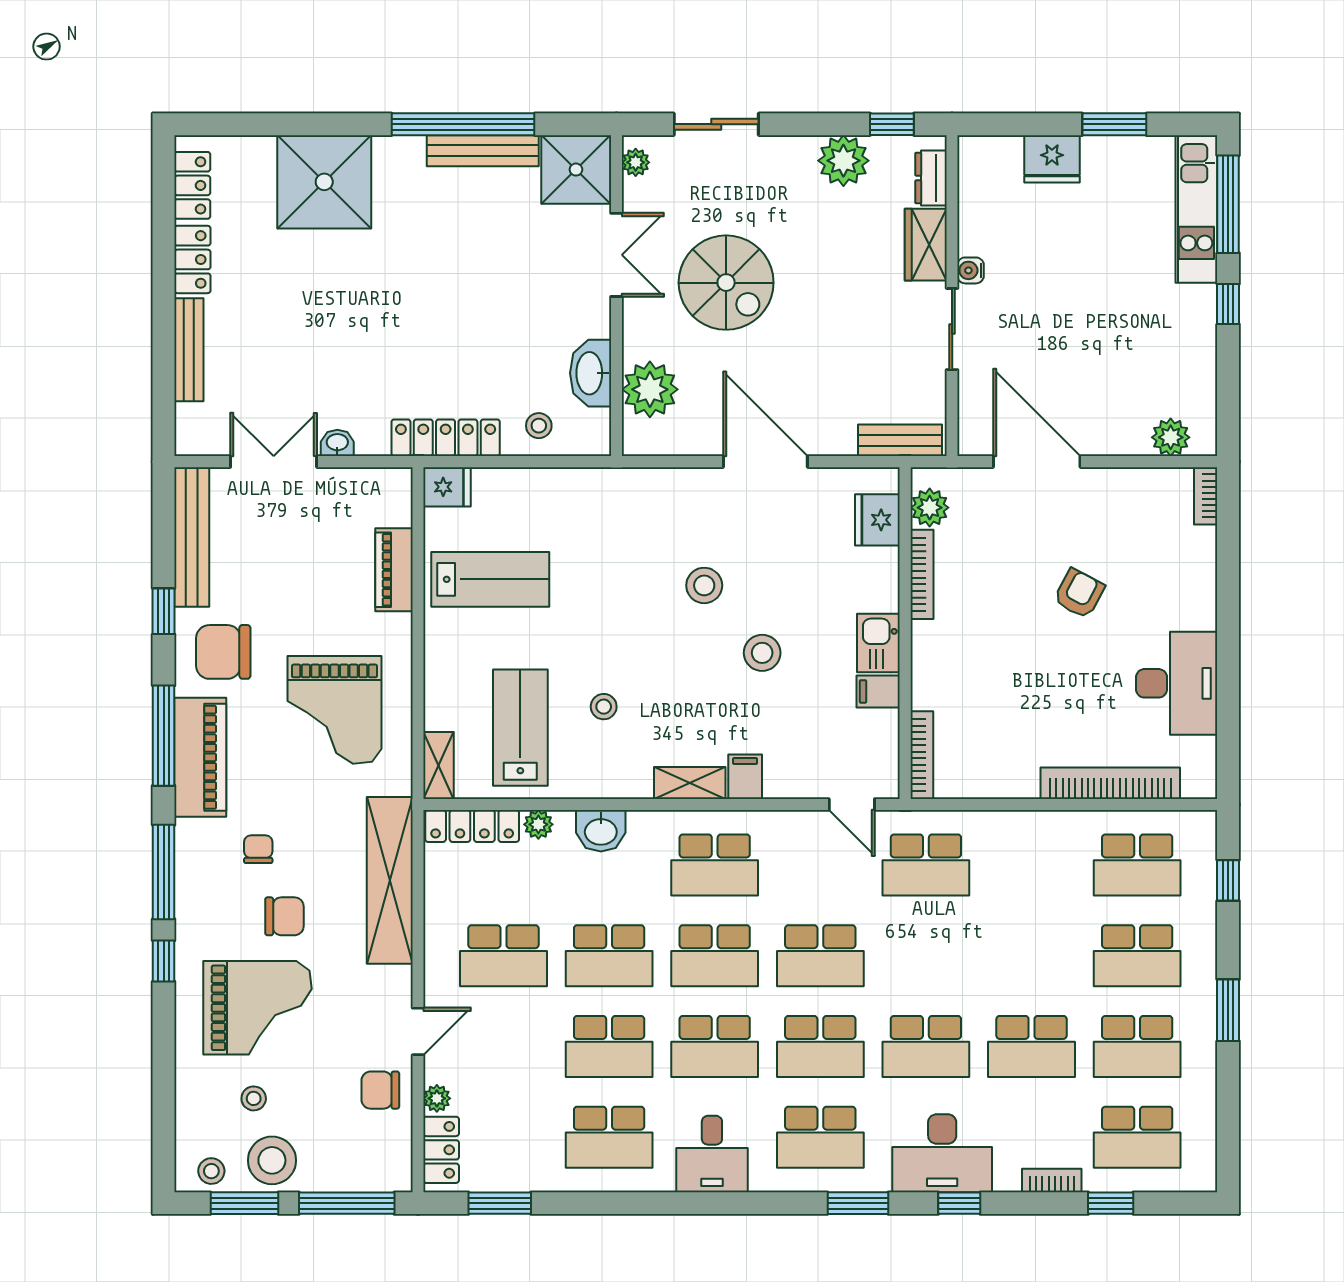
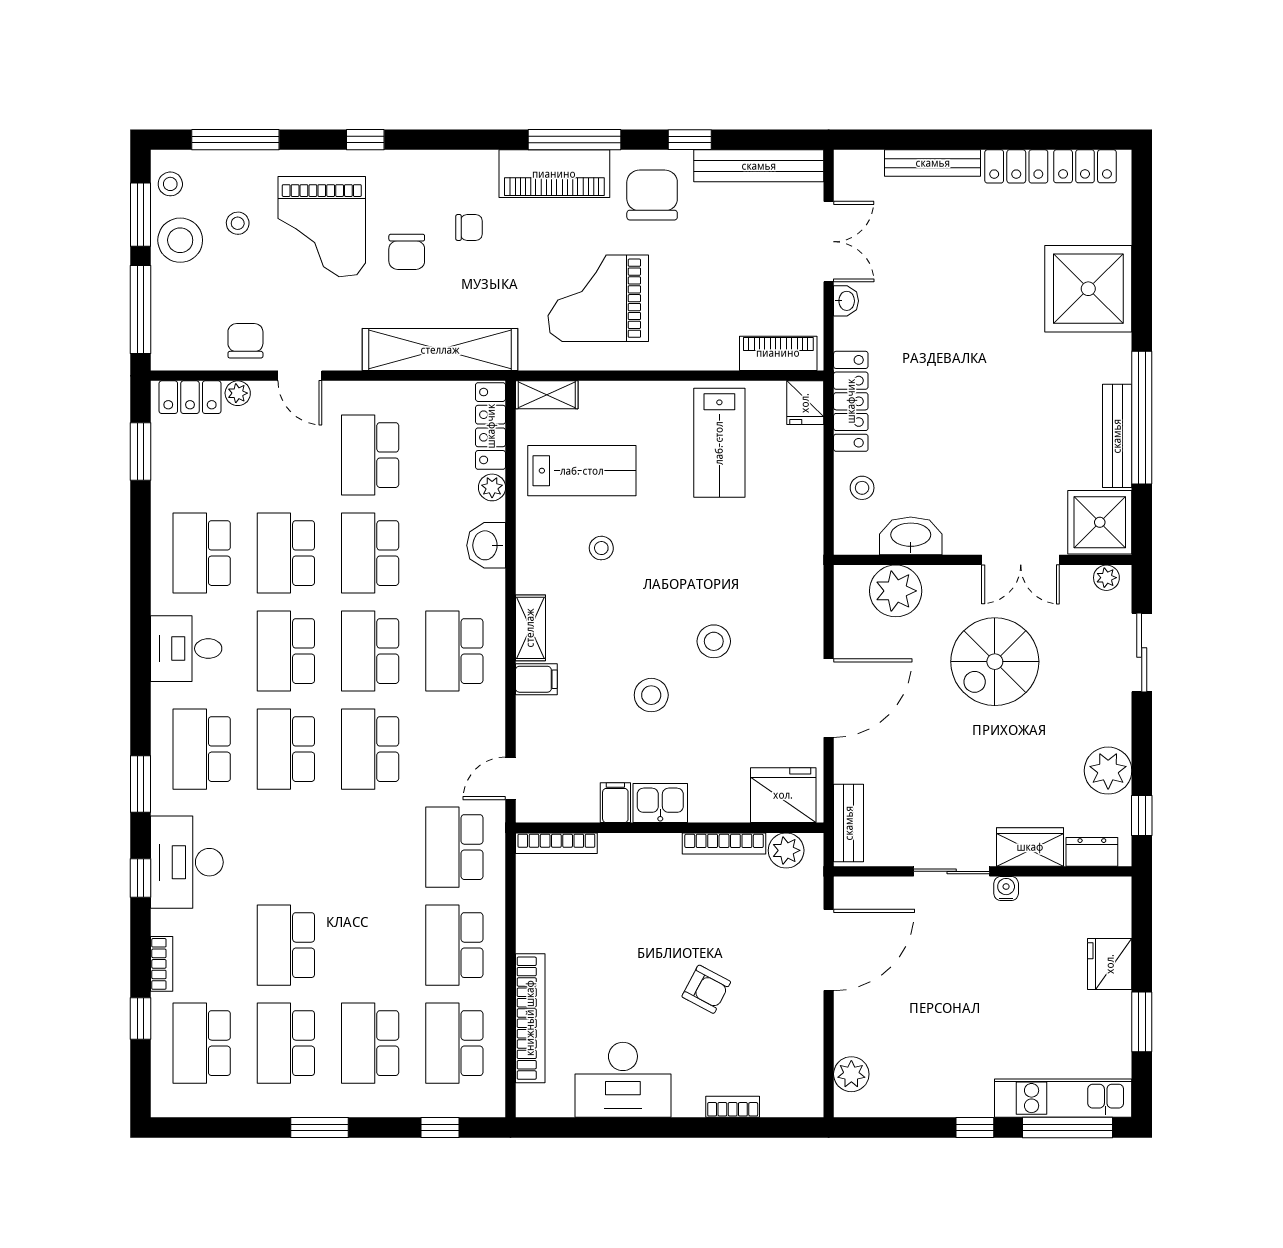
bookcase: (1206, 496) -> (733, 1107), moved
fridge: (877, 520) -> (783, 795), width x1.36, depth x1.34
piano: (394, 570) -> (778, 353), moved
window: (164, 872) -> (235, 140), moved
school desk: (926, 1046) -> (454, 945), moved

